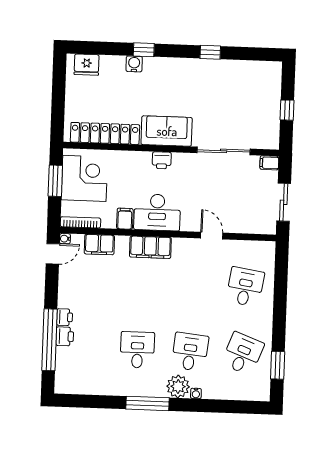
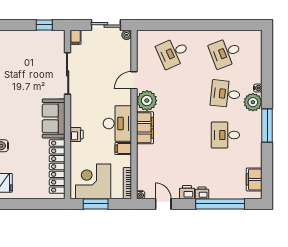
window: (287, 110) -> (44, 25), moved
printer: (162, 160) -> (77, 135), moved
plant: (270, 228) -> (127, 35), added
filing cabinet: (99, 245) -> (254, 179), moved, turned 180
plant: (185, 251) -> (147, 101), added
door: (53, 254) -> (163, 204), moved
desk: (245, 287) -> (173, 53), turned -33
printer: (65, 336) -> (187, 192), moved
desk: (243, 354) -> (225, 53), turned -42
window: (278, 365) -> (233, 25), removed

